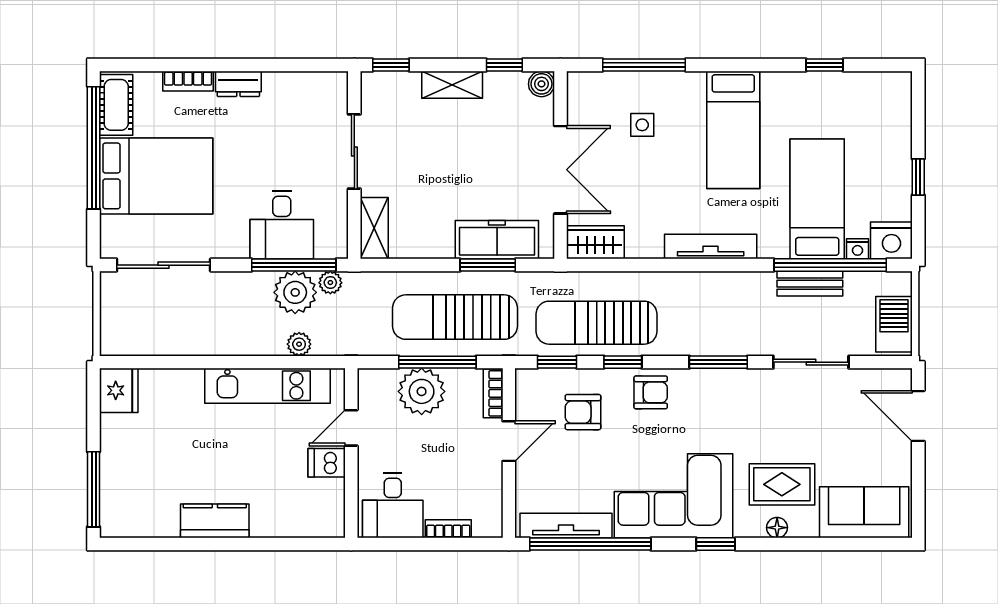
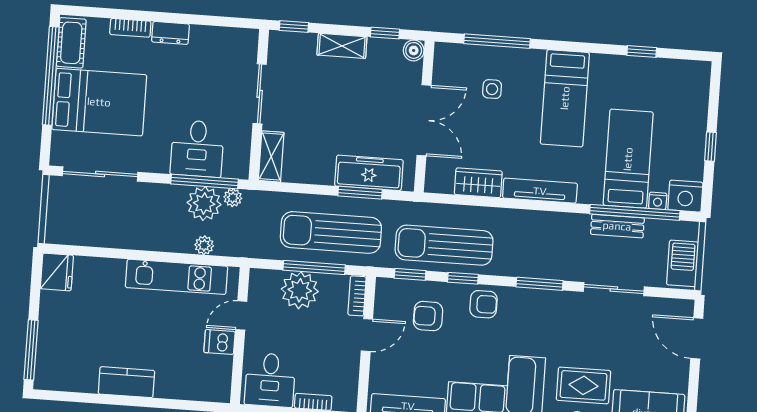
wardrobe: (595, 242) -> (478, 183), moved

